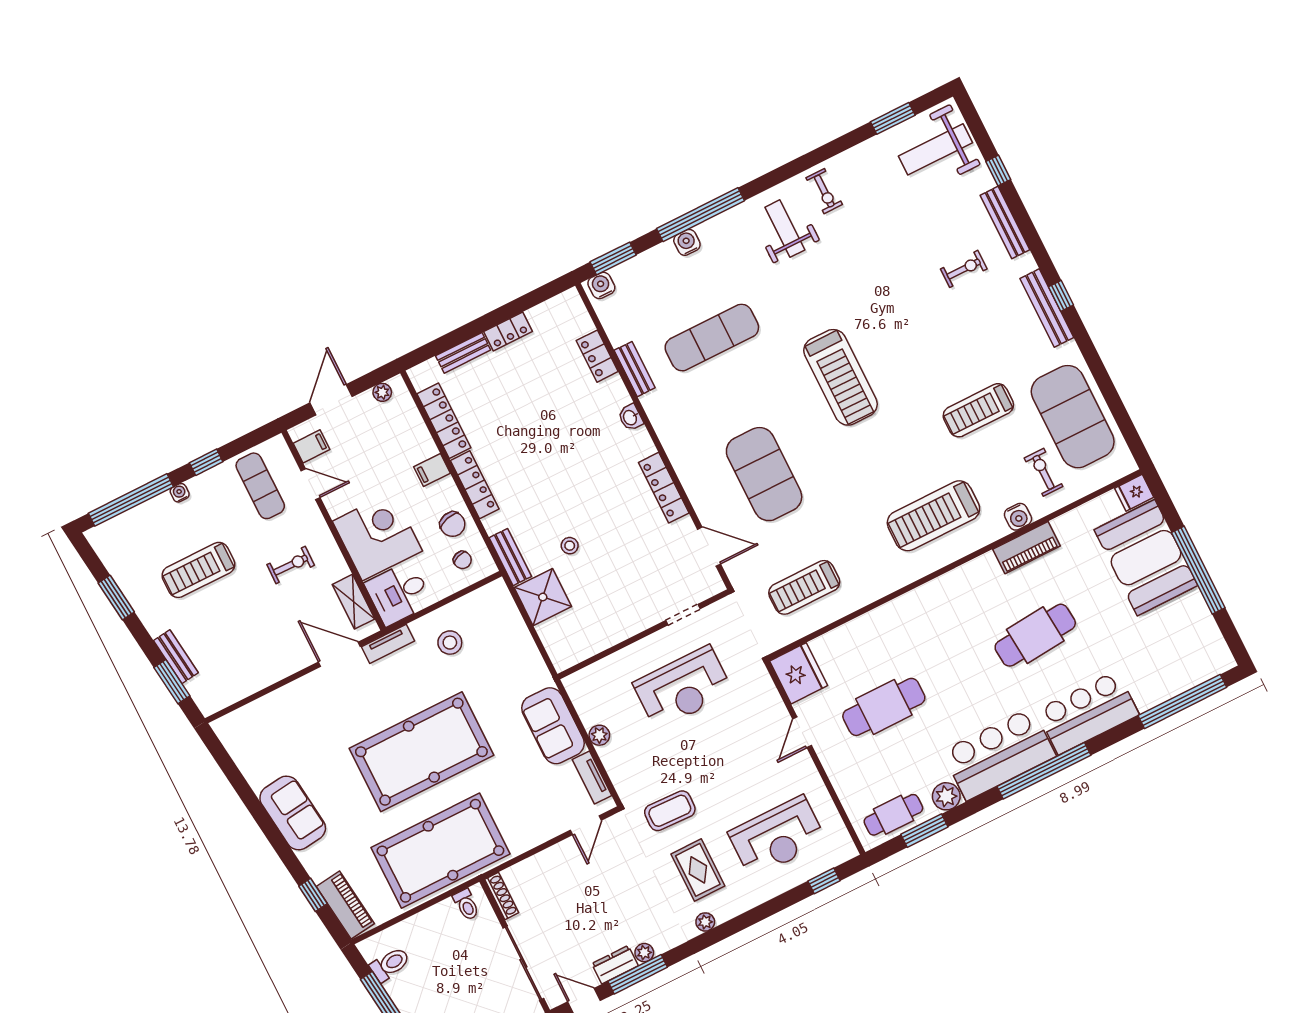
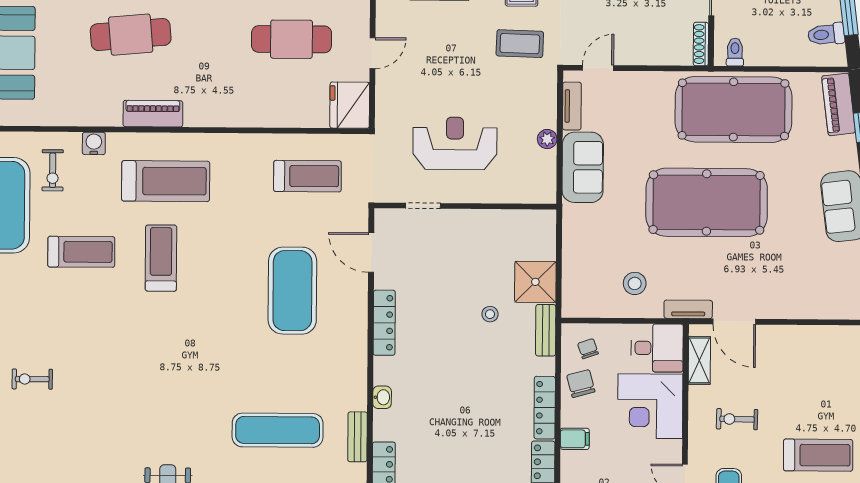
treadmill: (841, 377) -> (161, 258), moved, width x0.73, depth x0.73
piano: (1026, 548) -> (153, 114), moved

